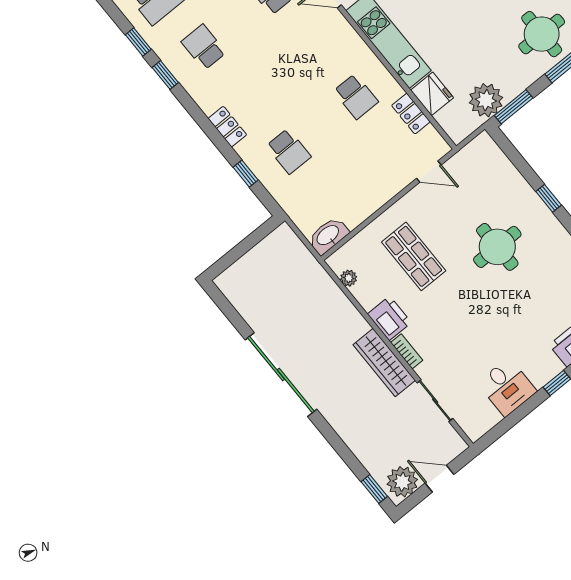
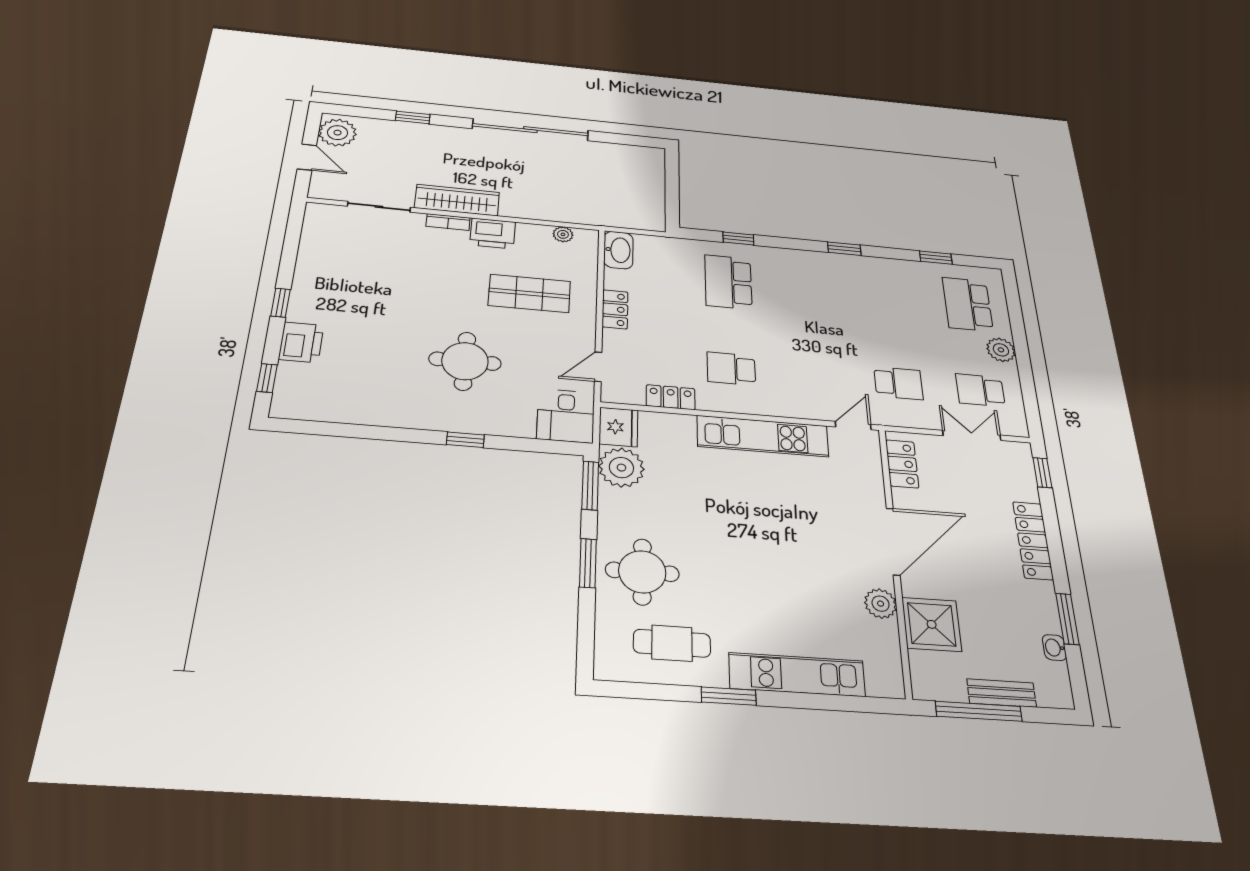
school desk: (204, 47) -> (889, 297), removed
window: (165, 75) -> (844, 249), moved
fridge: (432, 94) -> (618, 427), moved, turned -90
locker: (227, 127) -> (615, 309), moved, turned -90
school desk: (289, 151) -> (728, 282), width x1.85
desk: (507, 387) -> (566, 416), moved, turned -90
door: (440, 479) -> (307, 157), hinge flipped
window: (374, 489) -> (413, 117), moved

